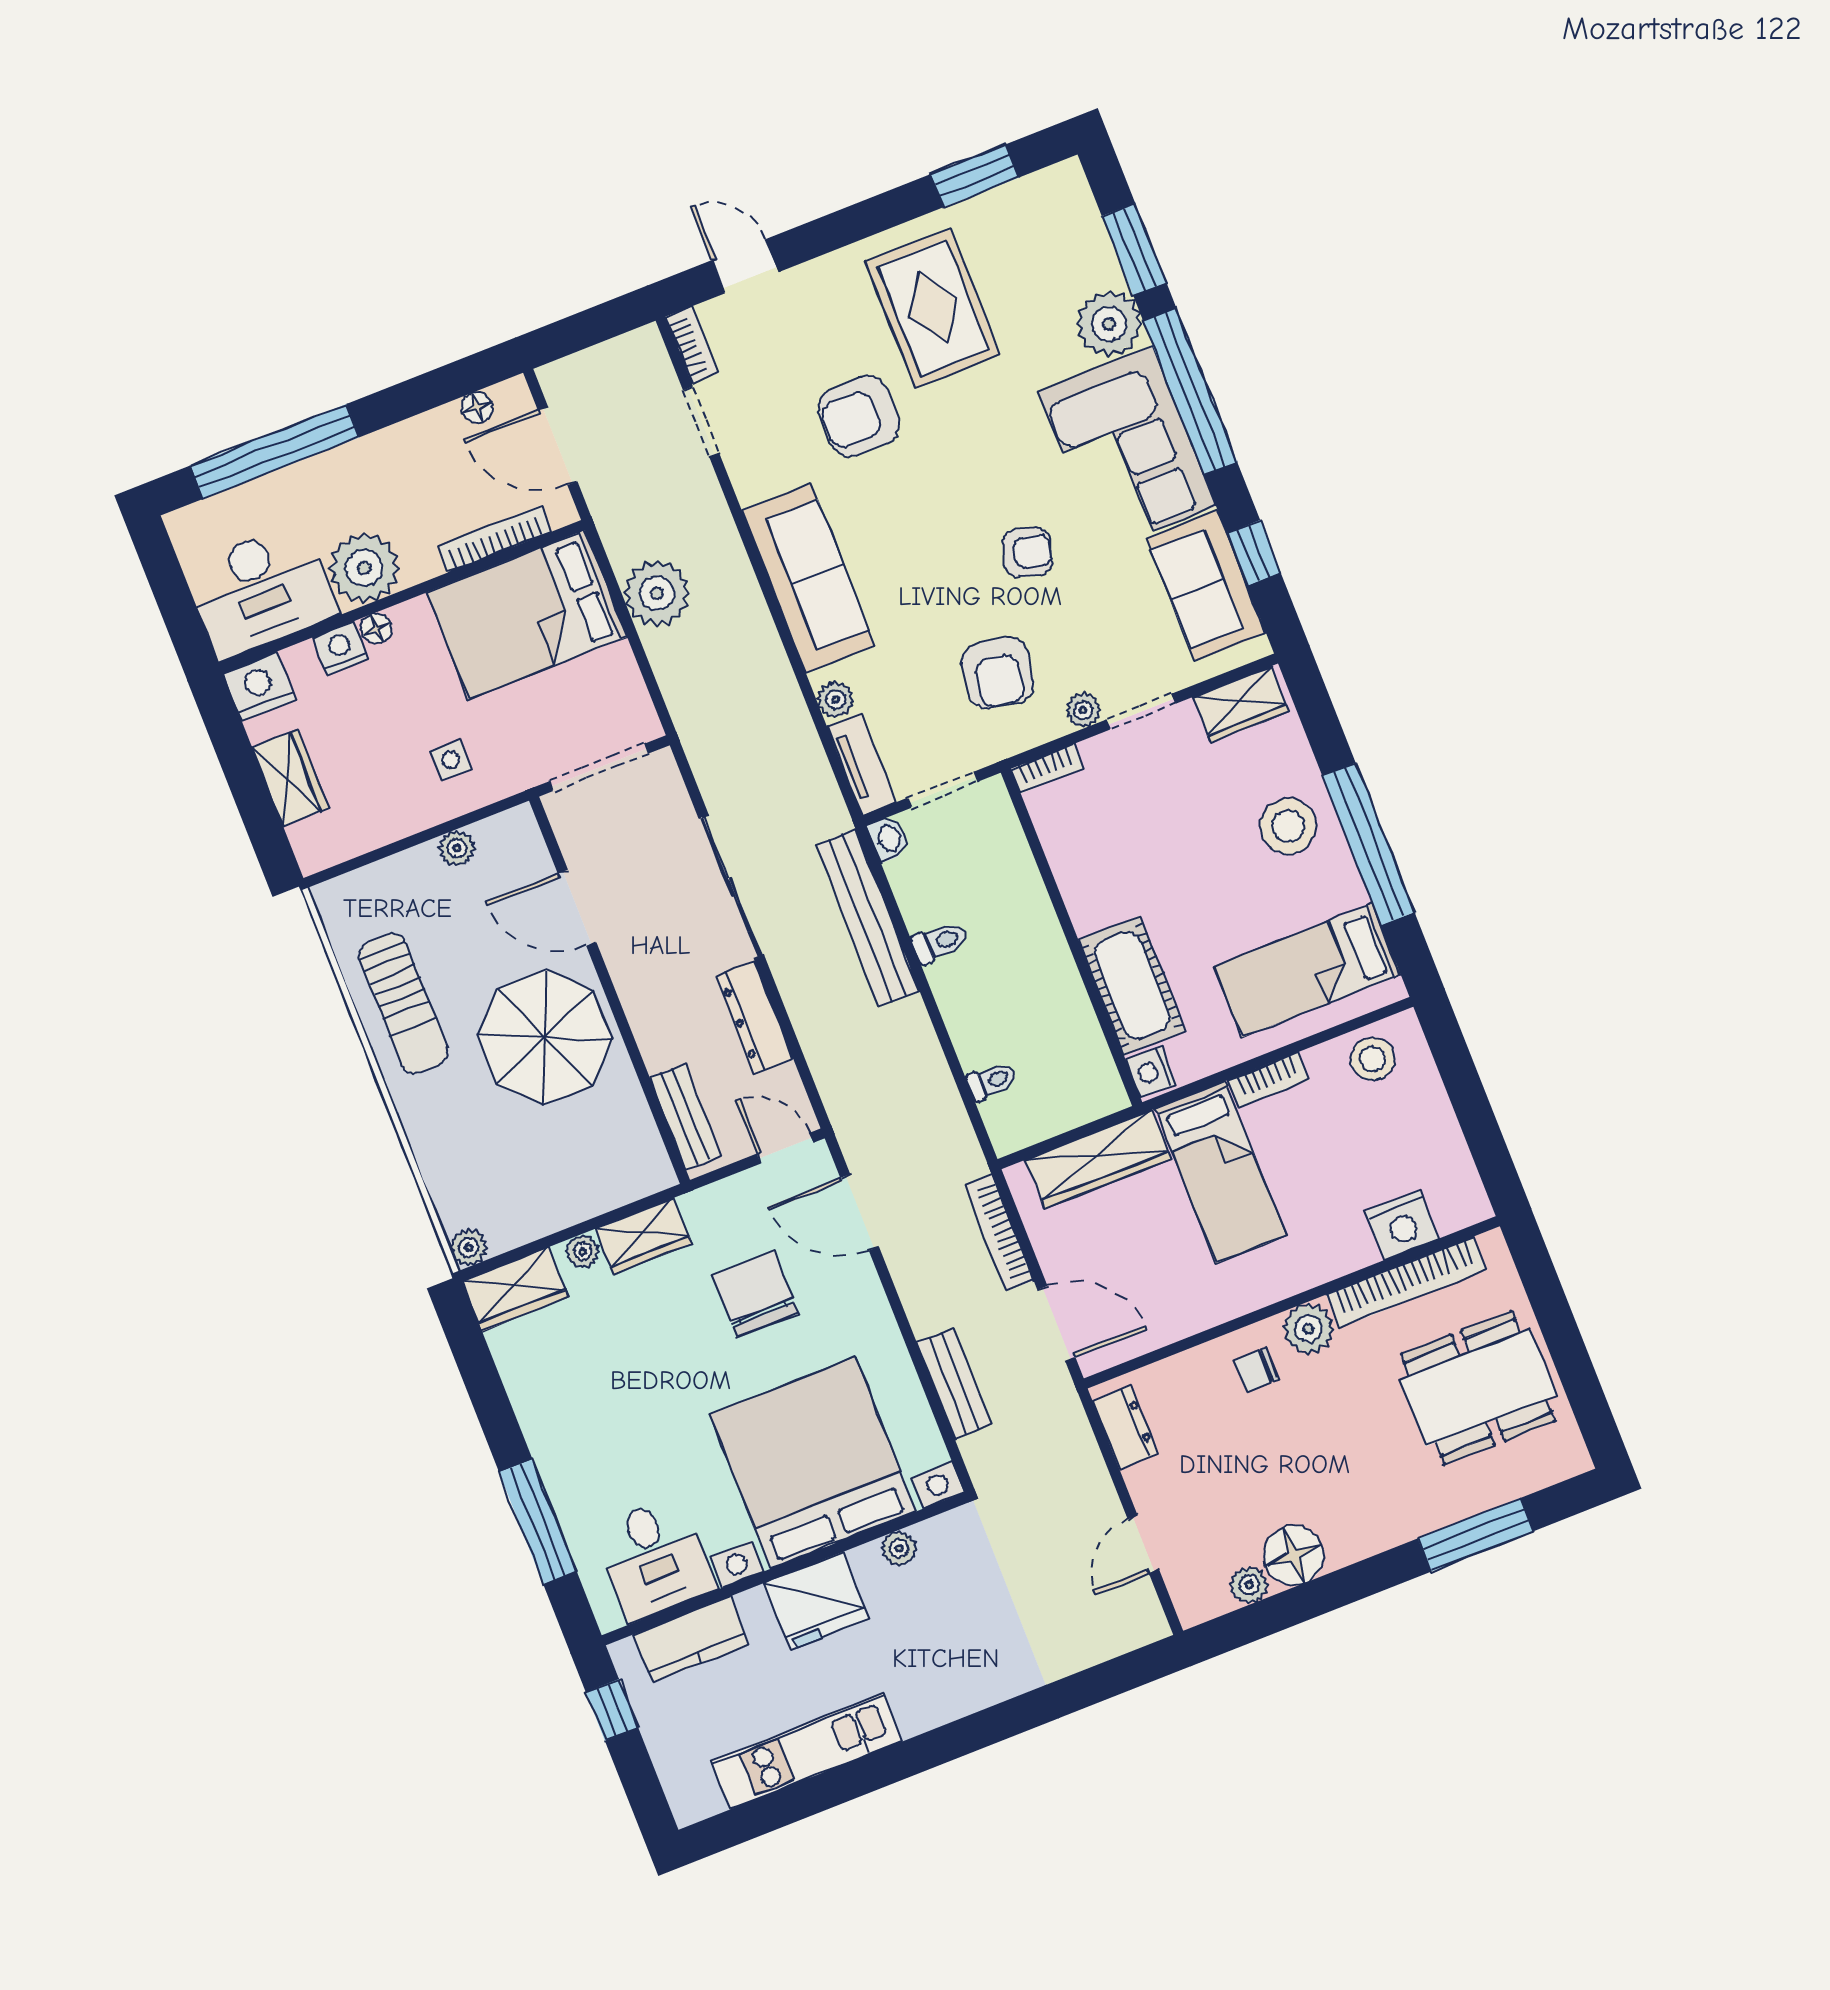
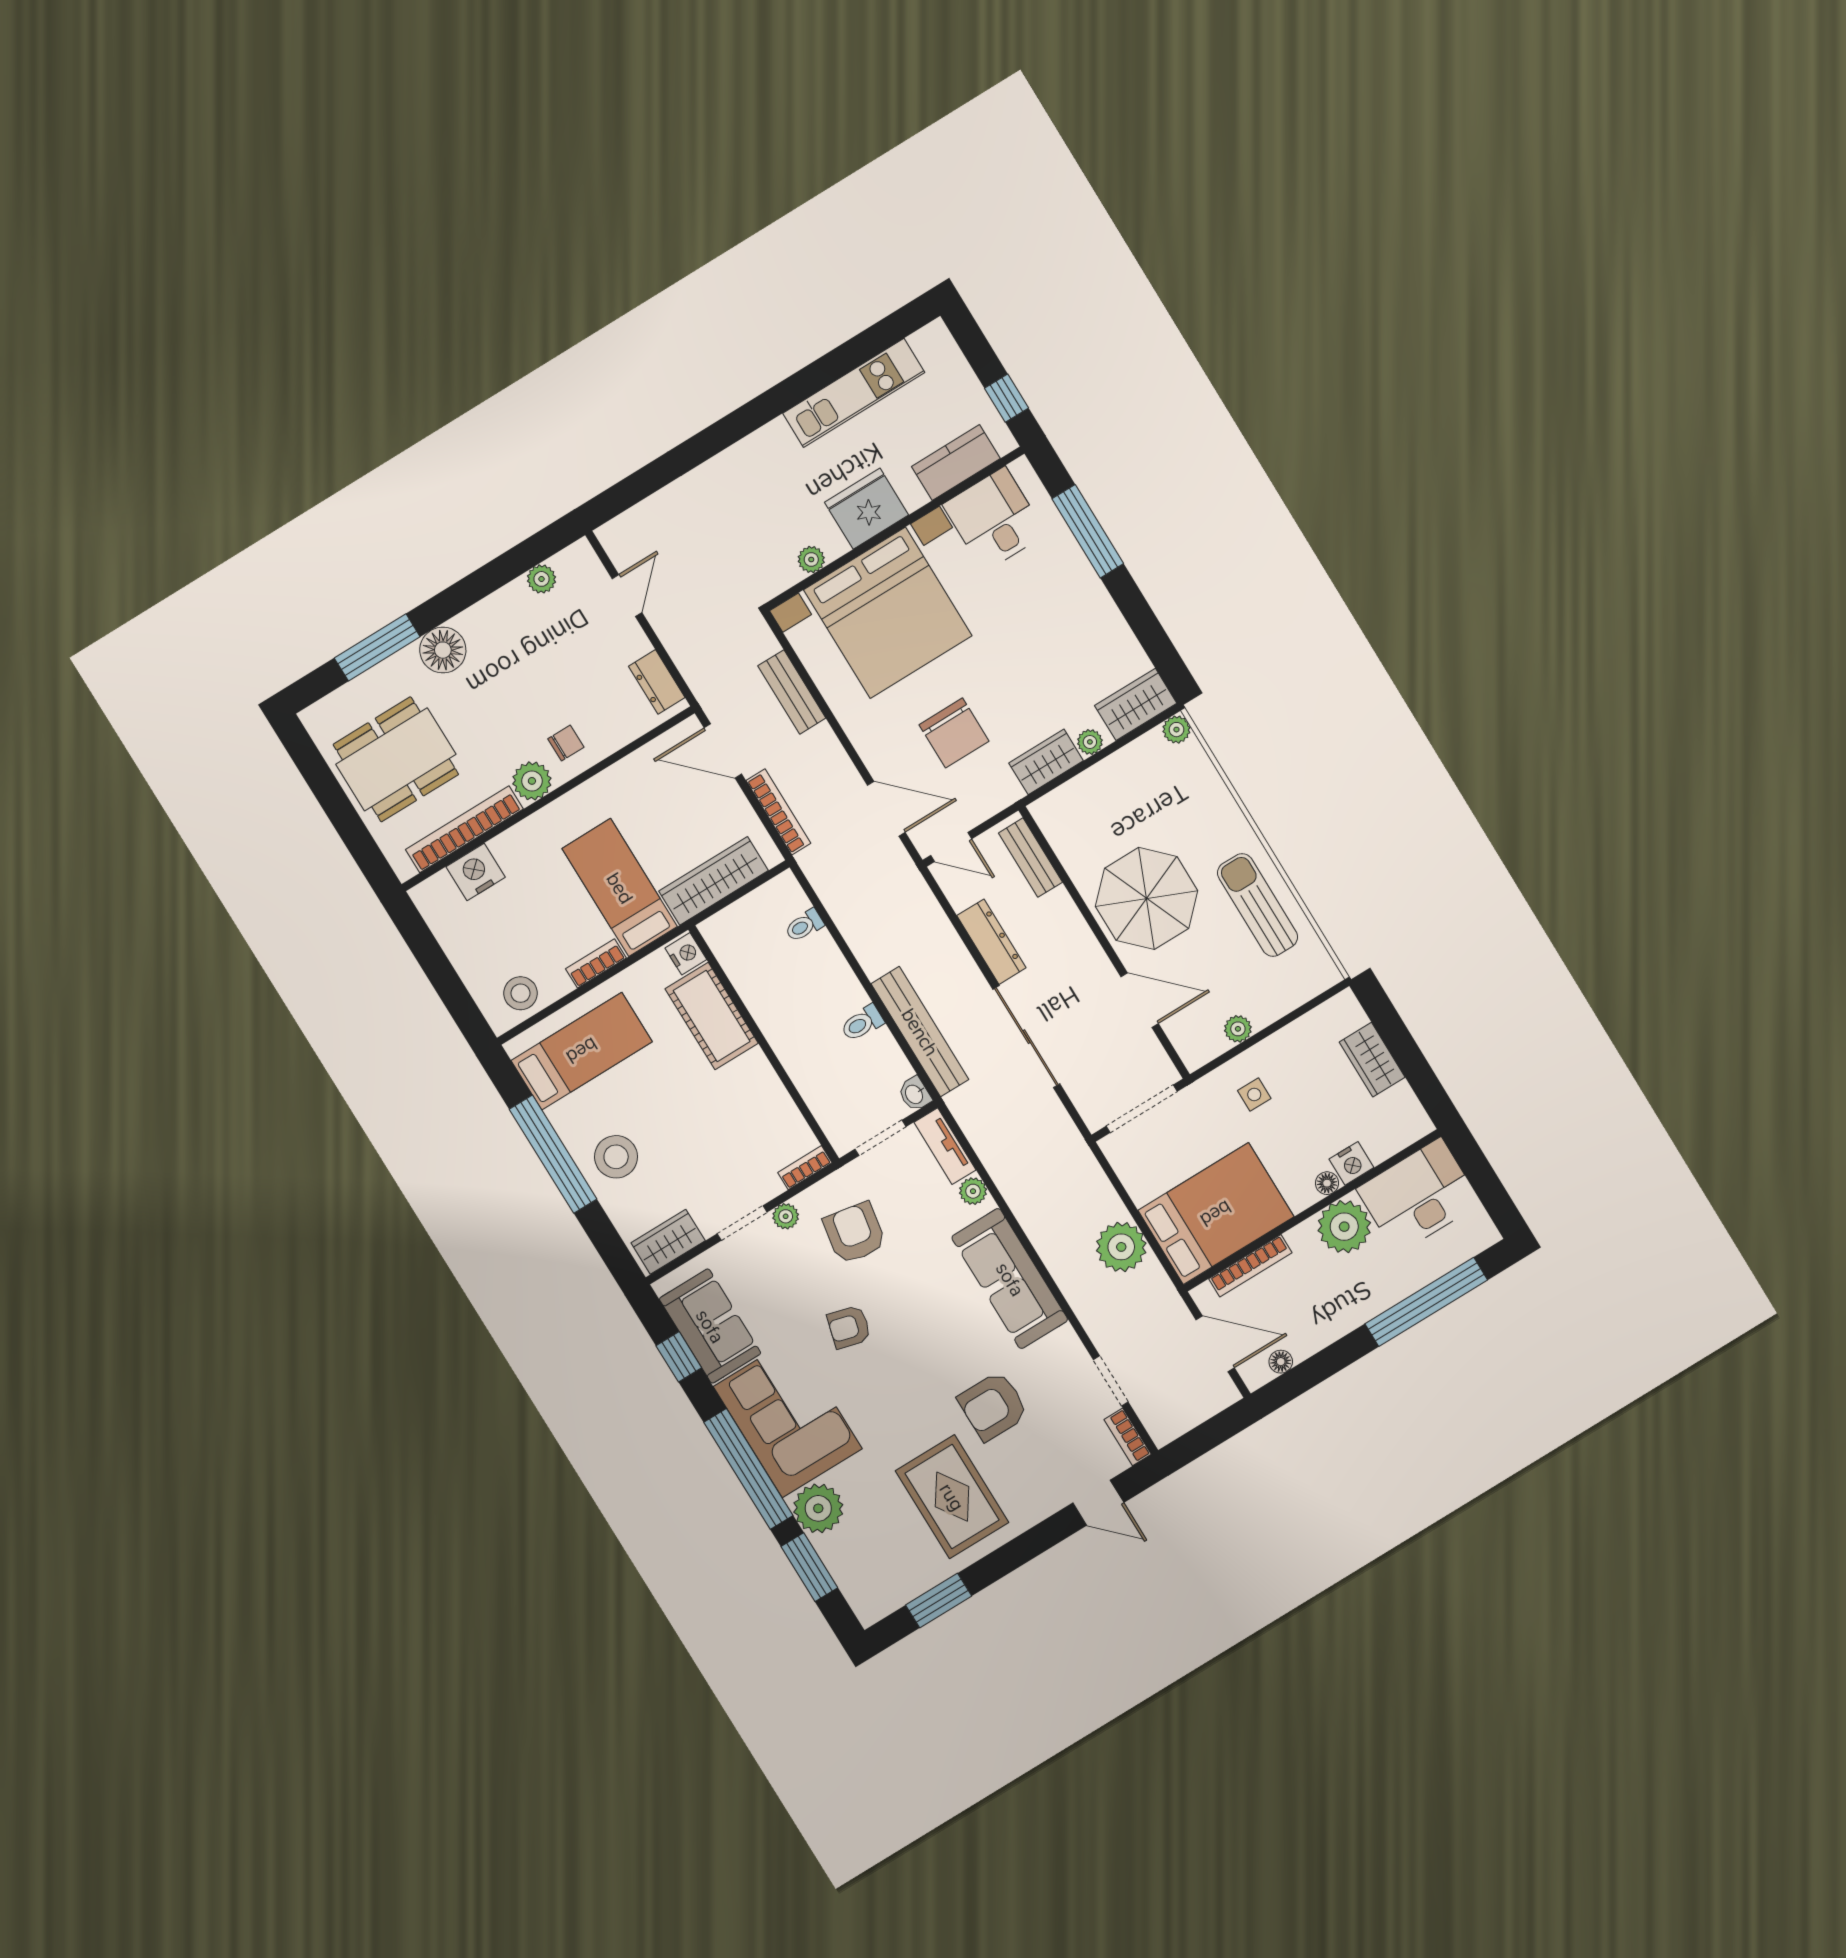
armchair: (859, 416) -> (993, 1406), turned 180
nightstand: (259, 686) -> (1408, 1124), removed
floor lamp: (1294, 1555) -> (443, 650), moved

